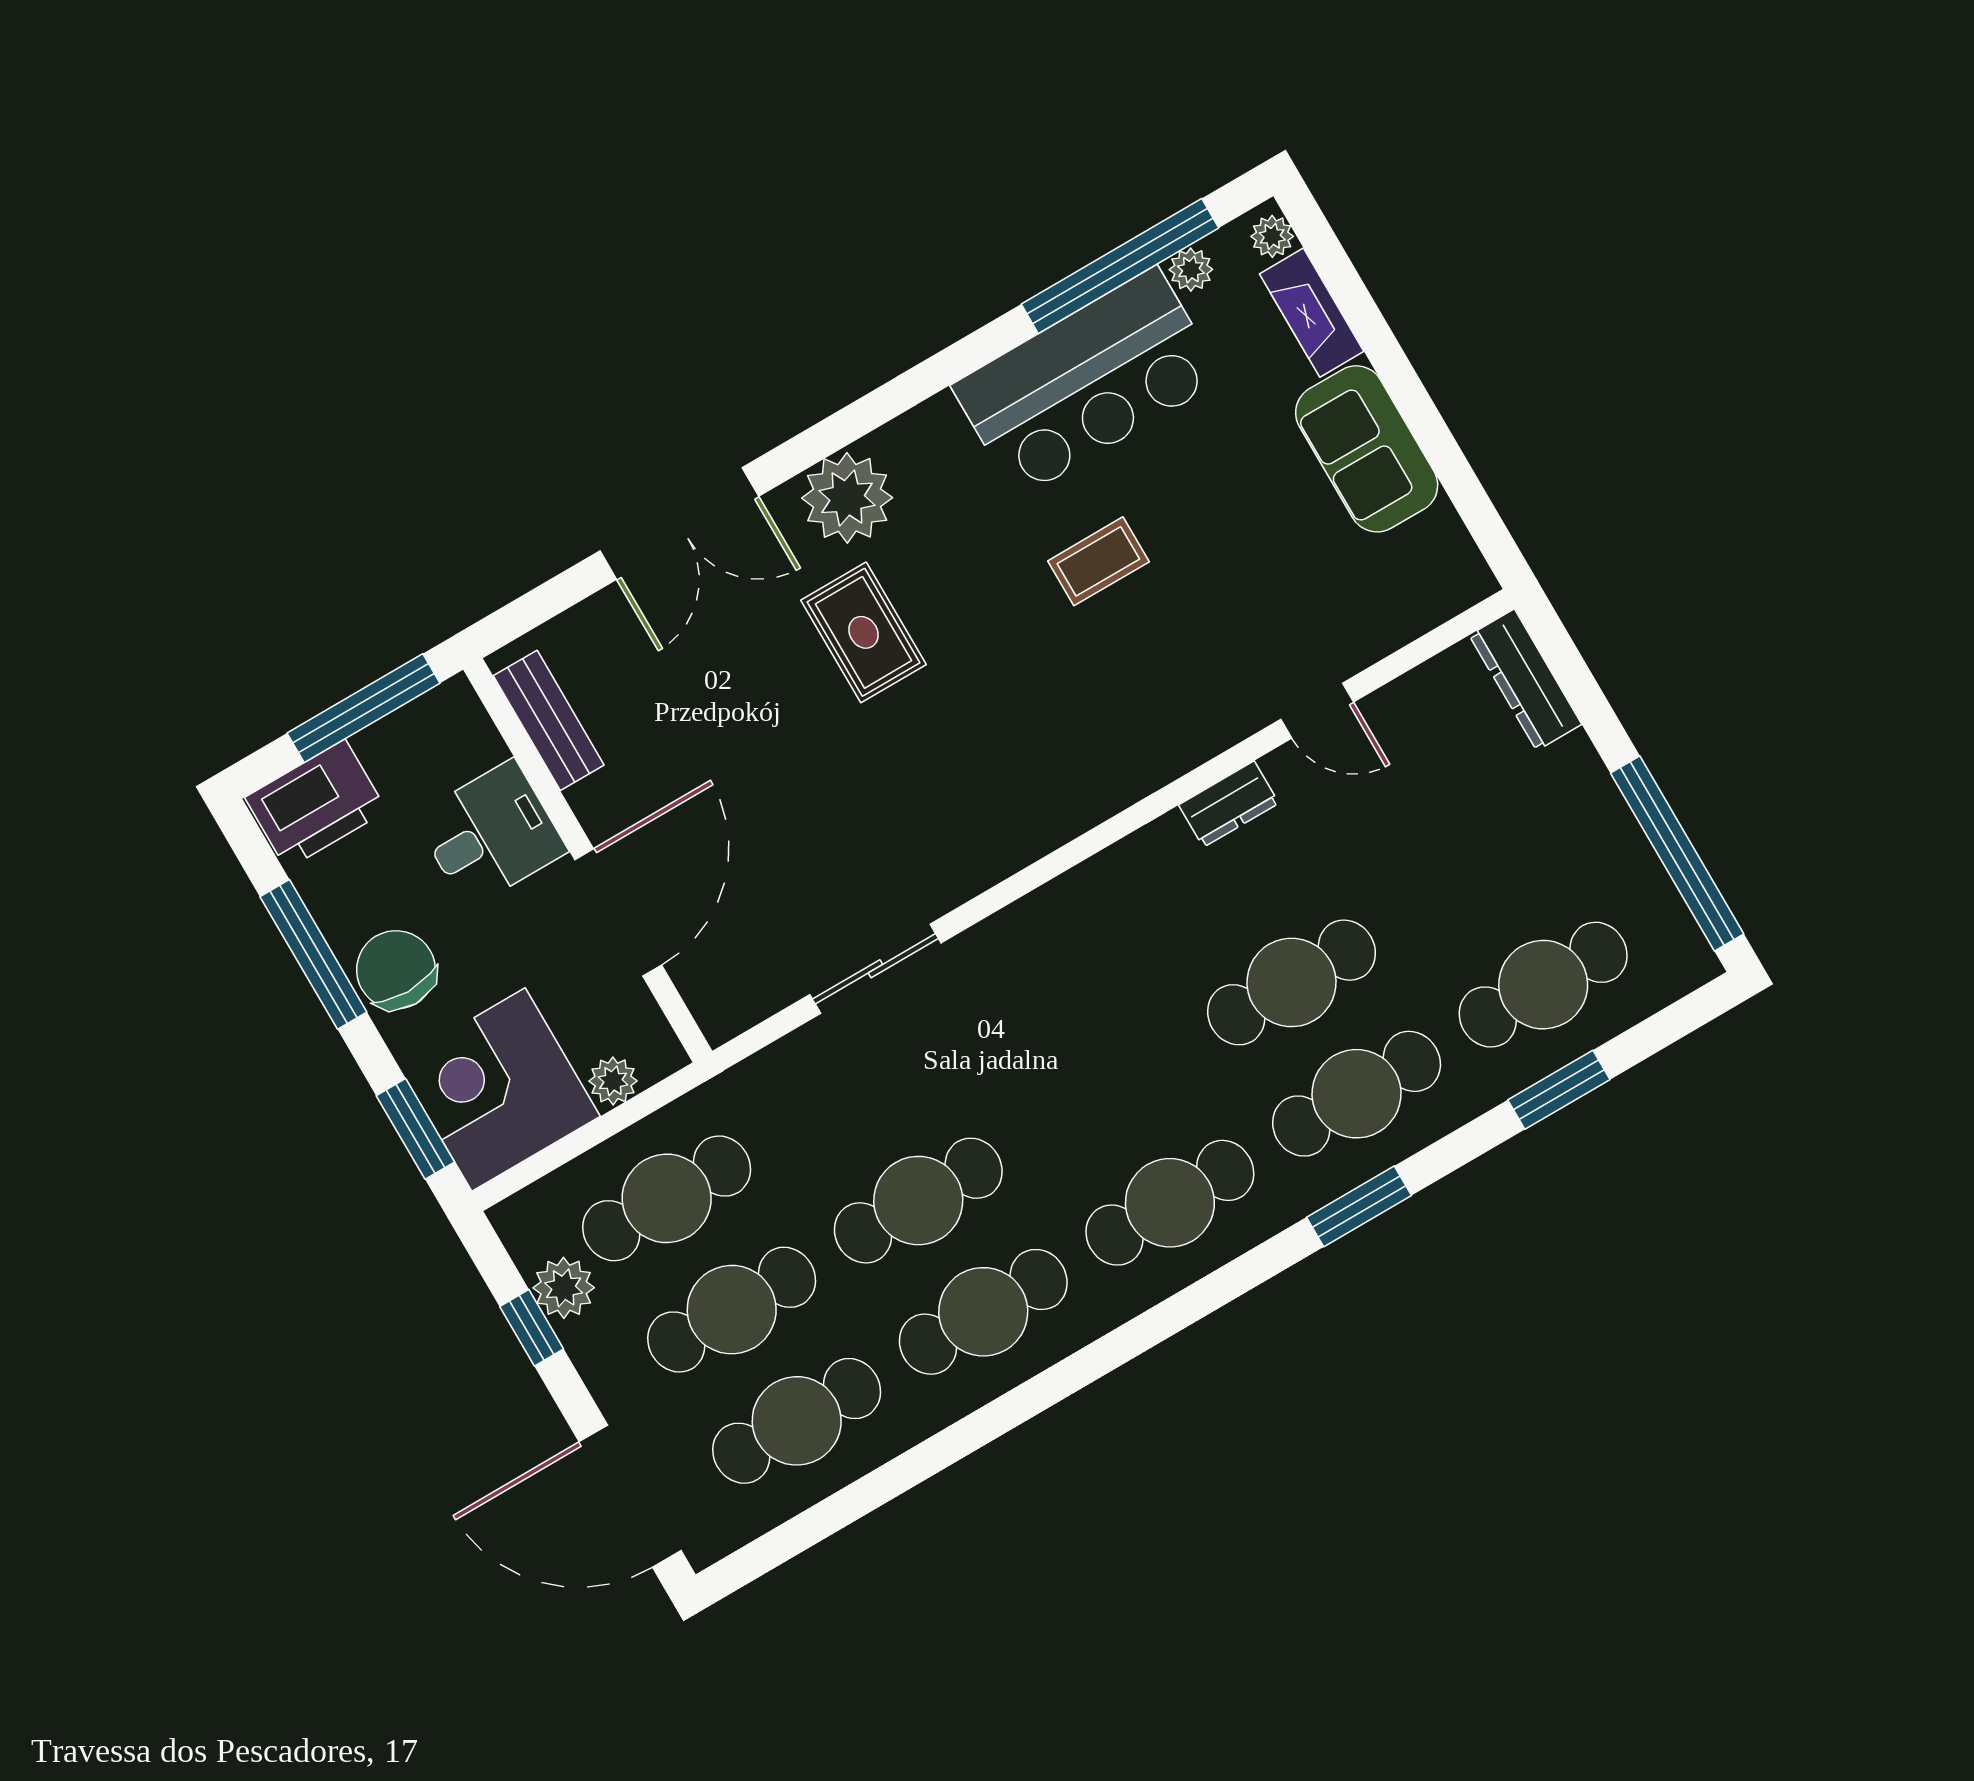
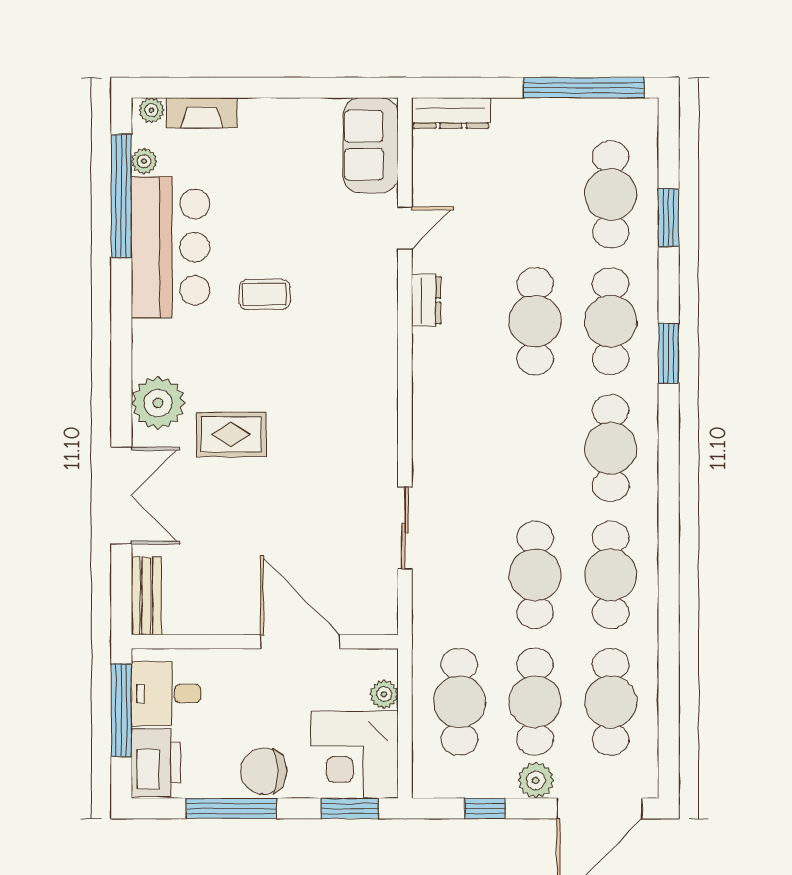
sofa: (1367, 449) -> (371, 145), moved, turned 90
coffee table: (1098, 561) -> (265, 294), turned 90
bench: (549, 720) -> (146, 596), moved, turned 90
desk: (491, 834) -> (166, 694), moved, turned -90
plant: (564, 1288) -> (536, 780), moved

